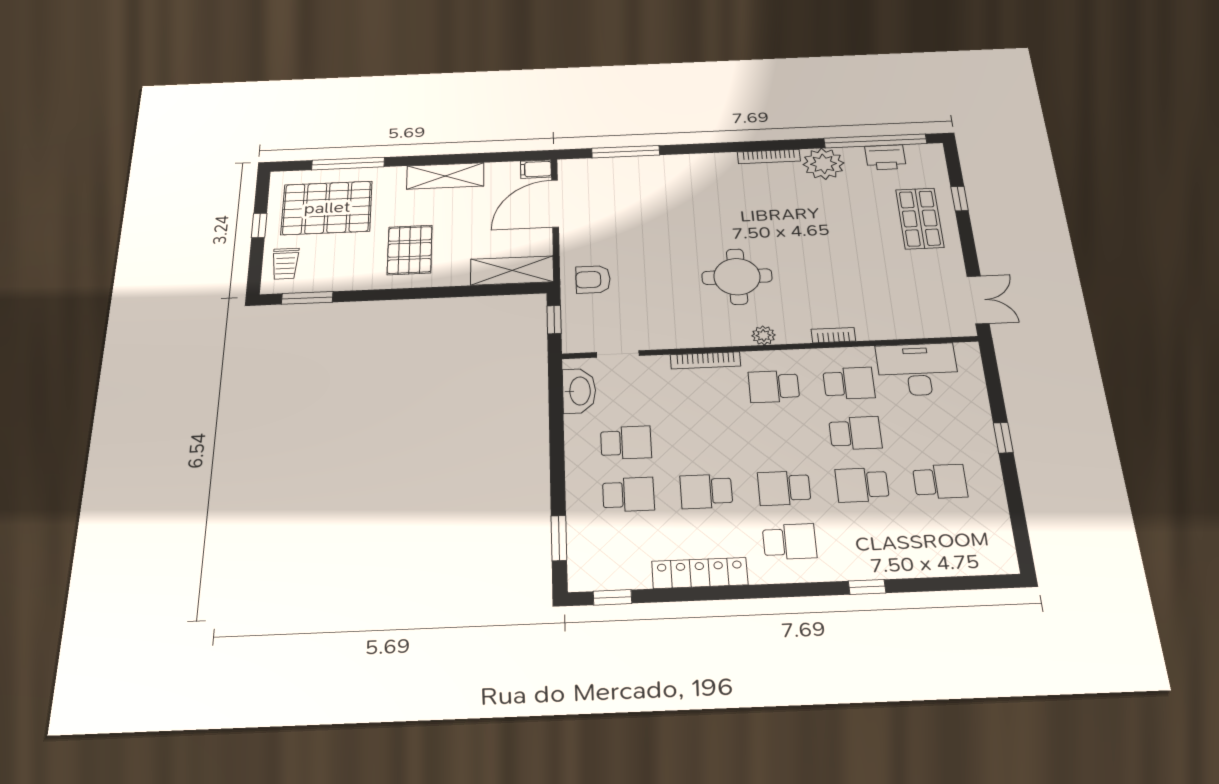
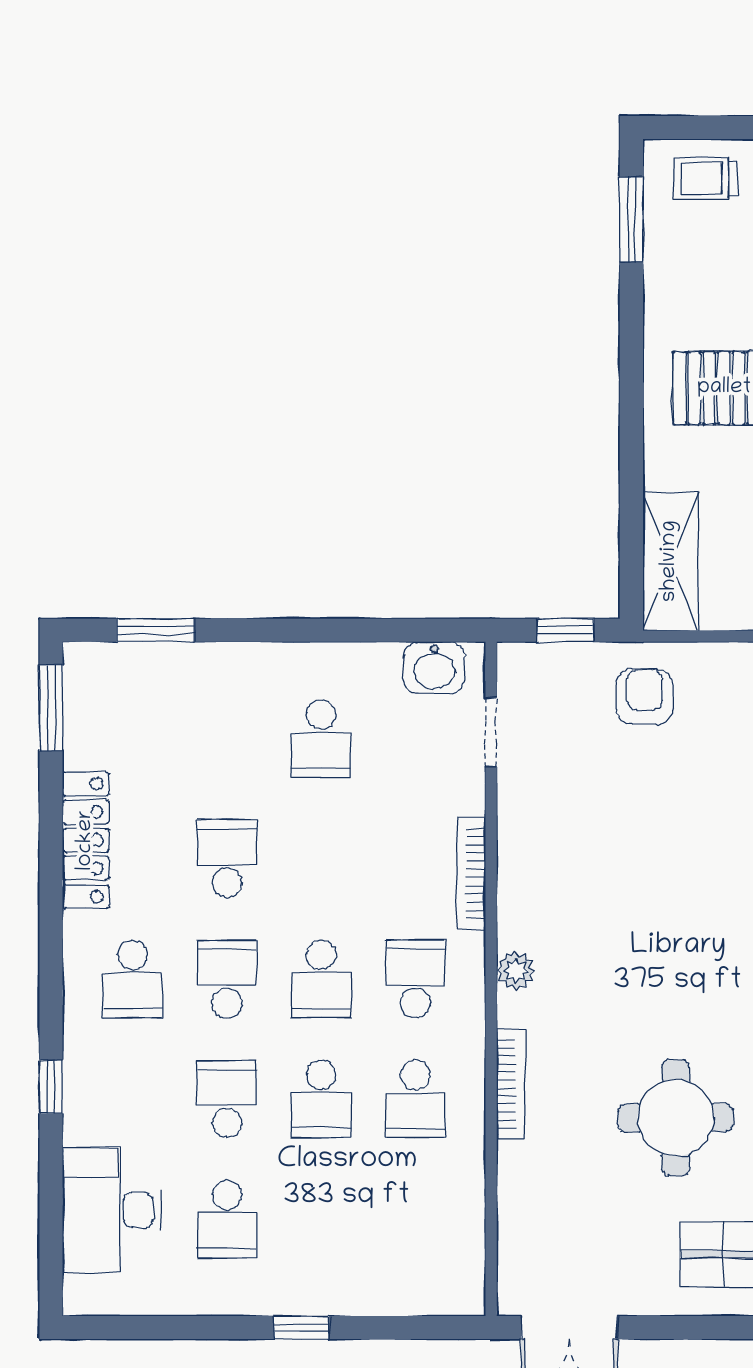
round table: (737, 277) -> (676, 1118), moved
bookcase: (833, 335) -> (510, 1084), width x1.56
desk: (918, 369) -> (112, 1210), moved, turned 180
washbasin: (579, 391) -> (434, 668), width x0.72
school desk: (628, 494) -> (321, 979), moved
window: (612, 597) -> (51, 708), width x1.50

